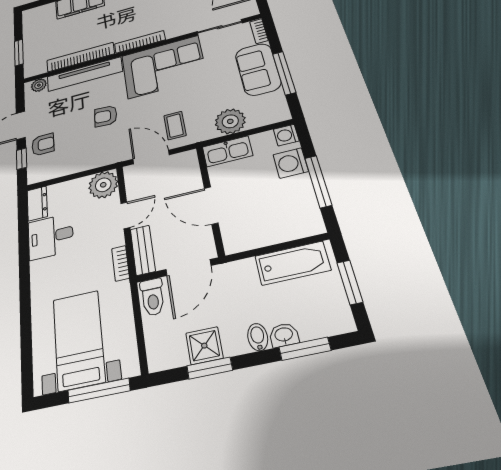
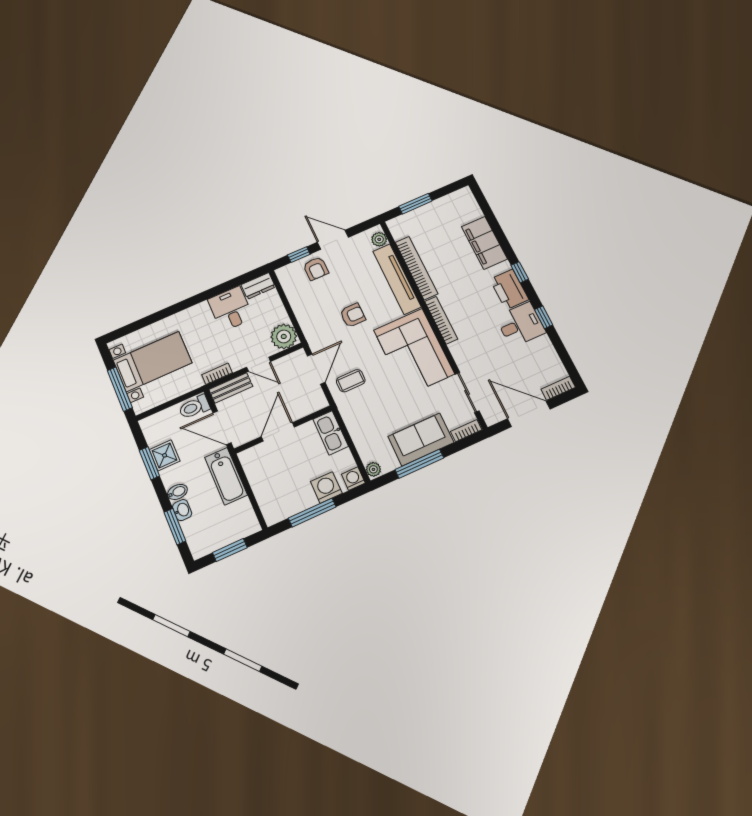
armchair: (106, 116) -> (353, 315), turned 86
plant: (230, 121) -> (373, 469), moved, width x0.53, depth x0.53
bathtub: (293, 263) -> (226, 476), moved

